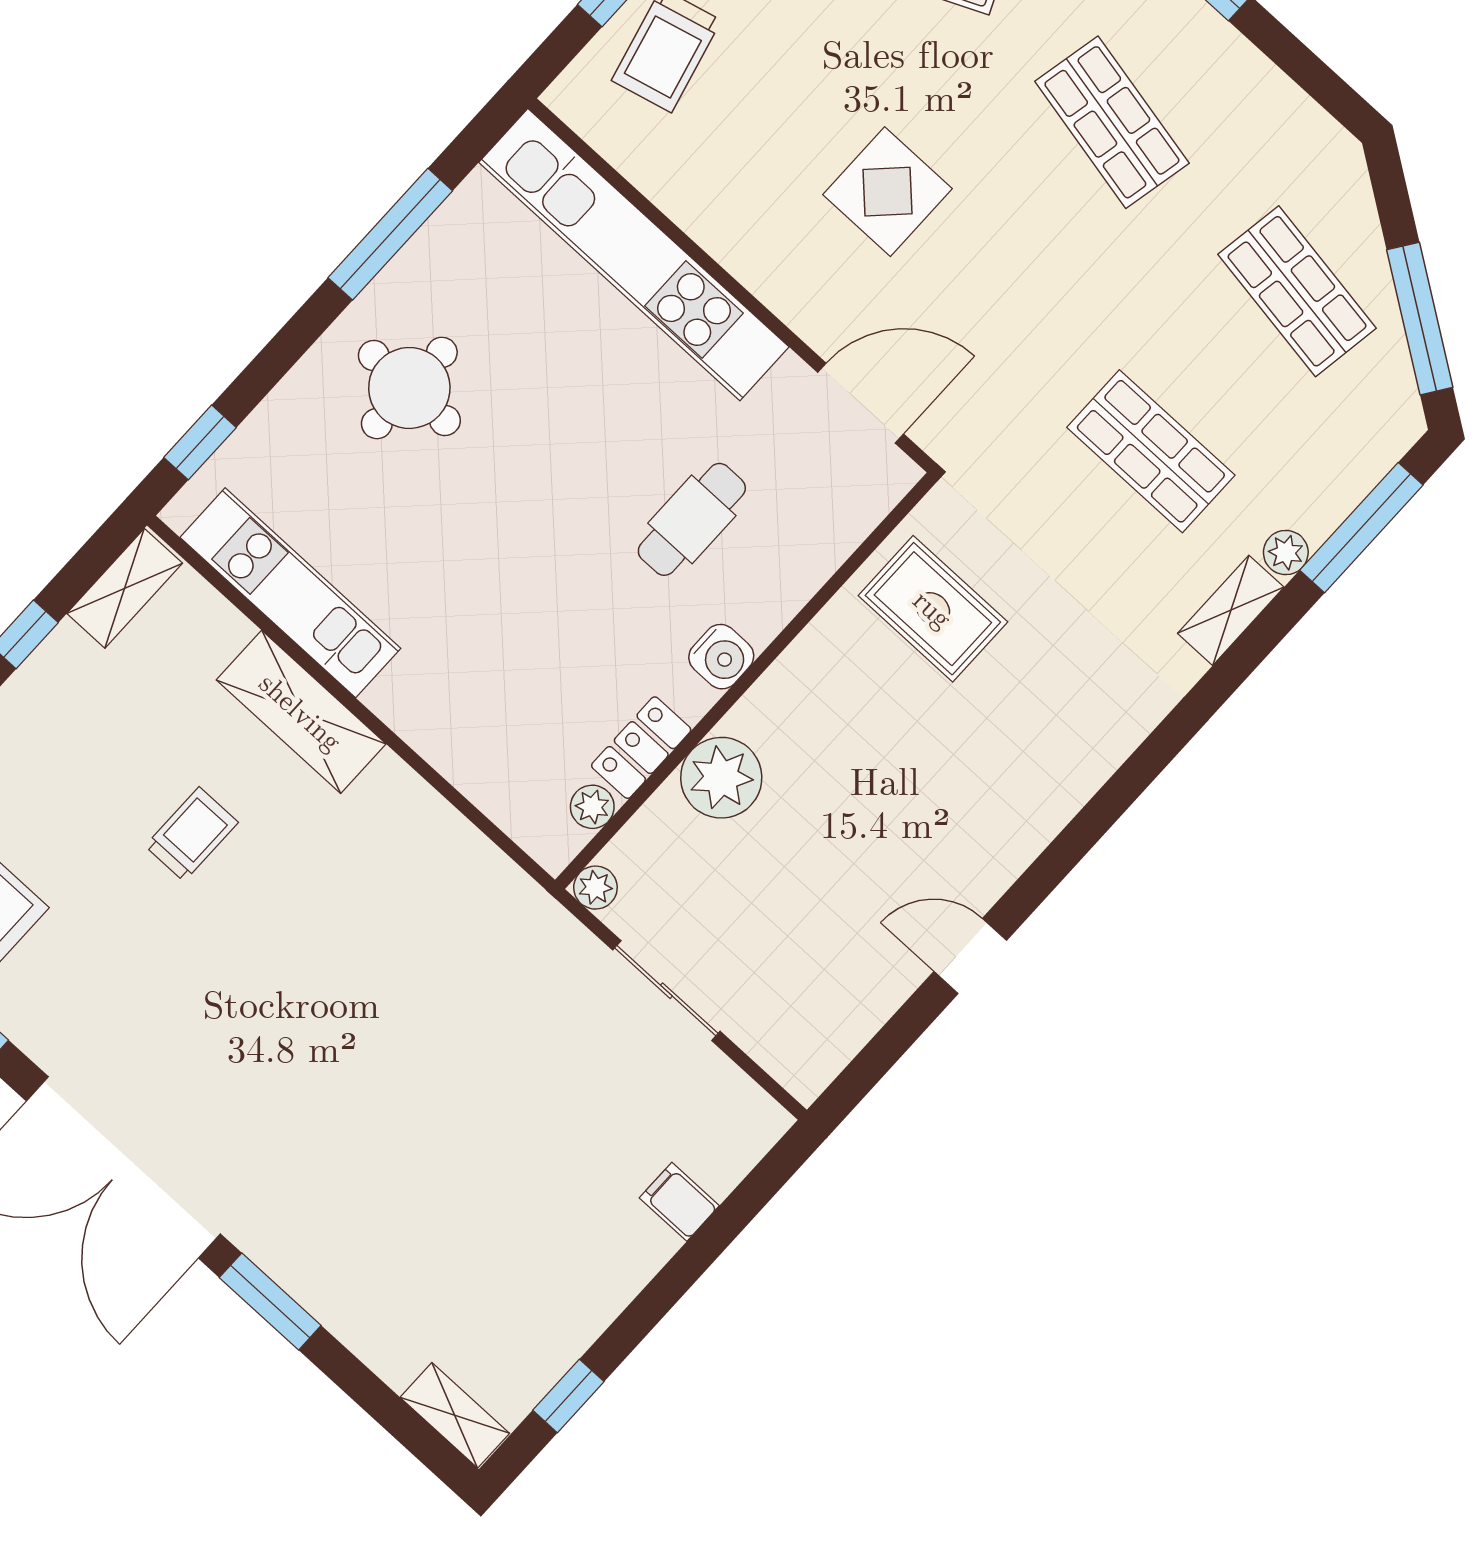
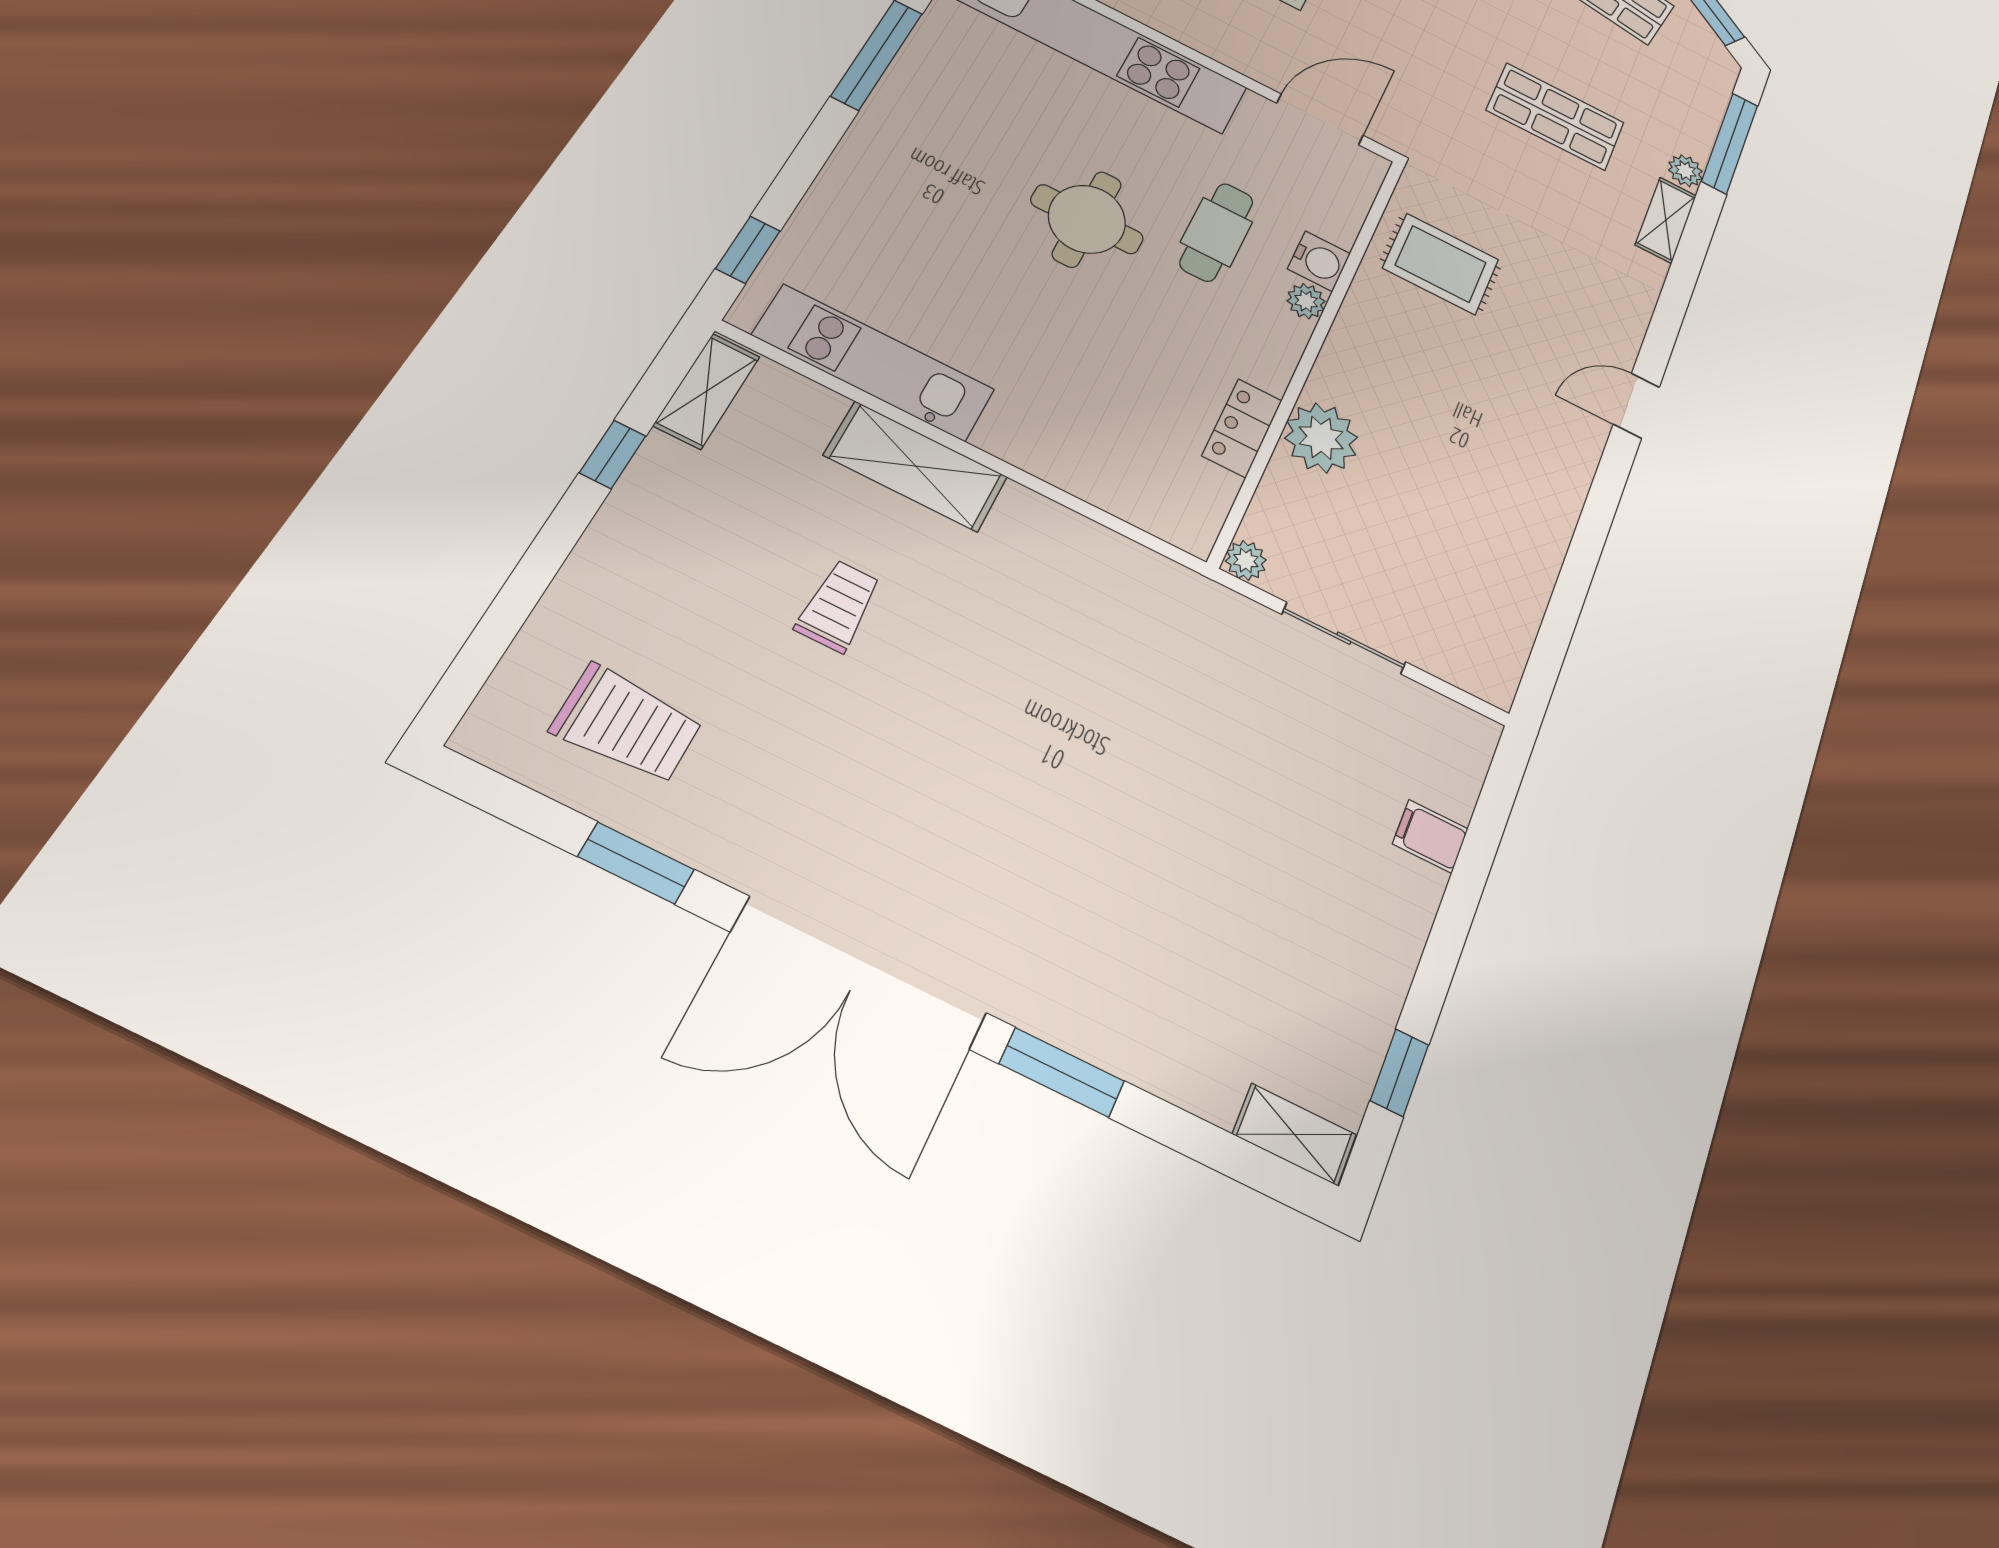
round table: (409, 388) -> (1087, 219), moved
water cooler: (721, 657) -> (1319, 261), moved
plant: (592, 807) -> (1306, 301), moved
door: (970, 956) -> (1636, 406), moved

